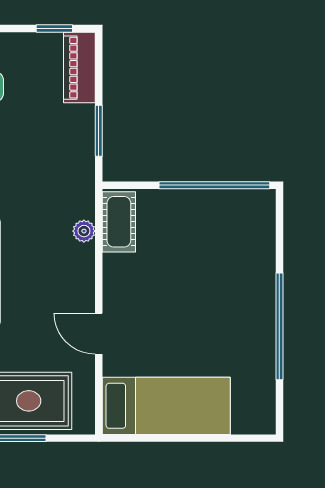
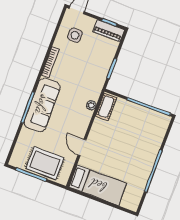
piano: (79, 68) -> (109, 31), moved, turned -90

